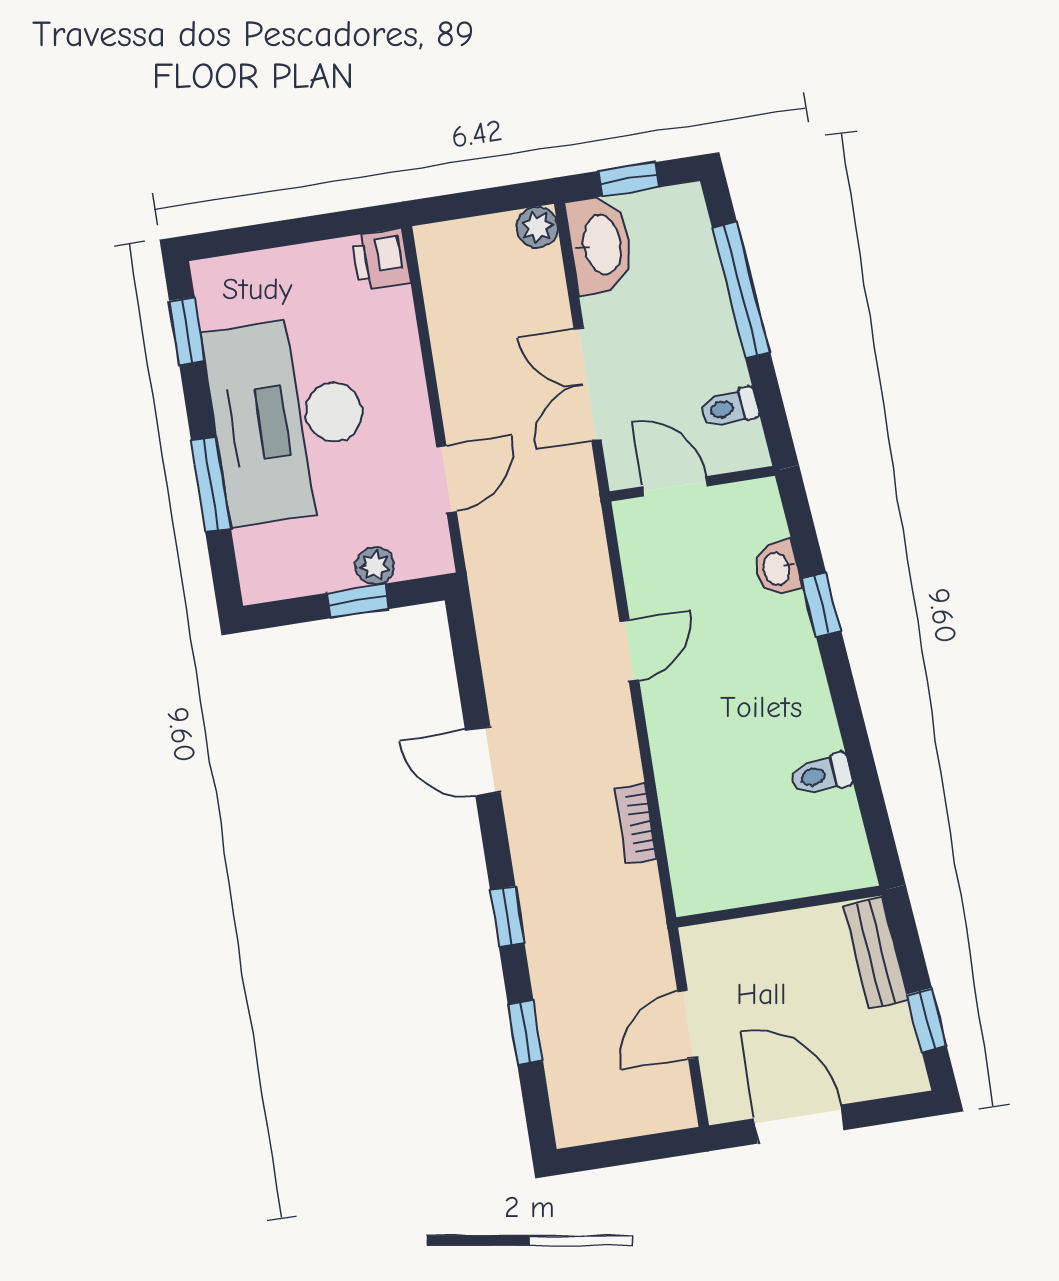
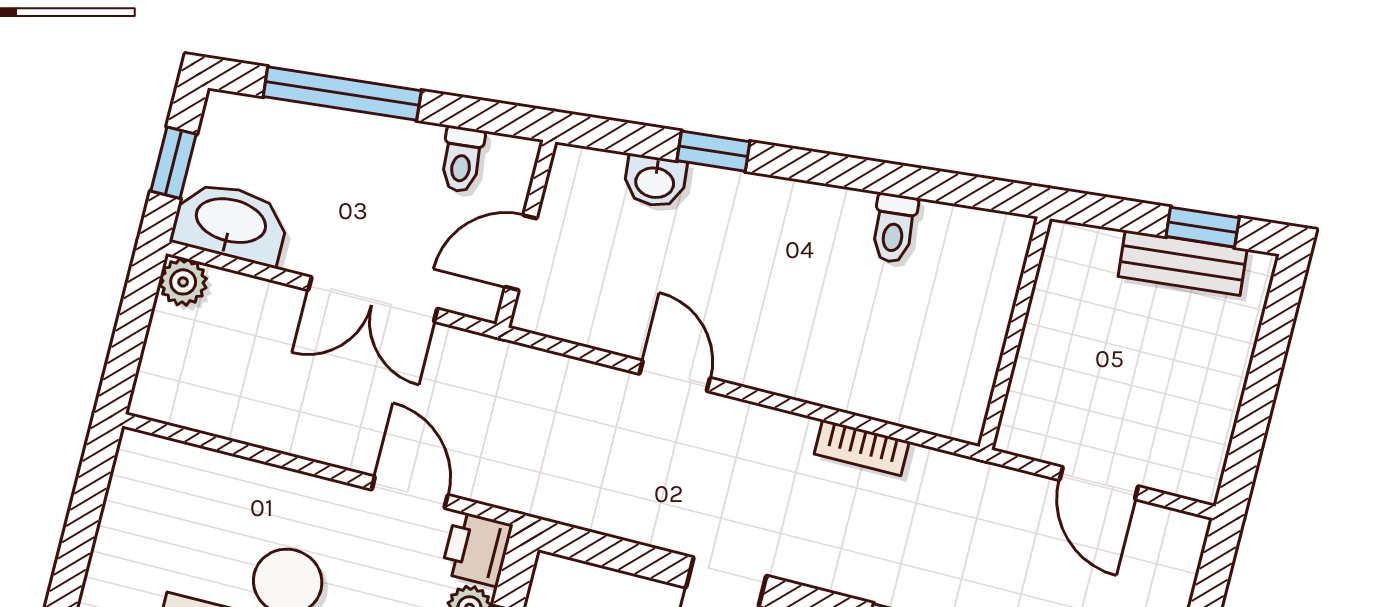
printer: (381, 259) -> (477, 549), moved, turned 90
bench: (875, 953) -> (1183, 263), moved
door: (799, 1124) -> (1255, 410), removed

